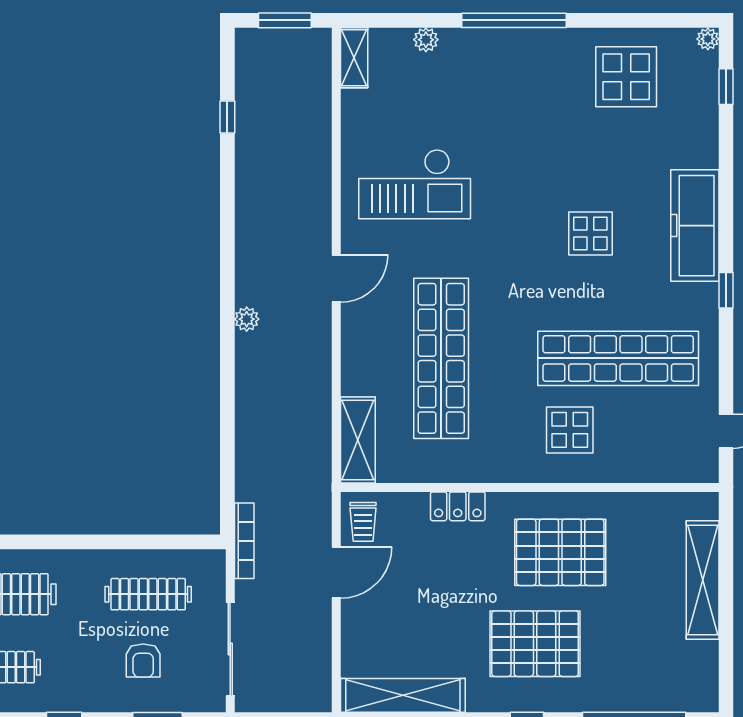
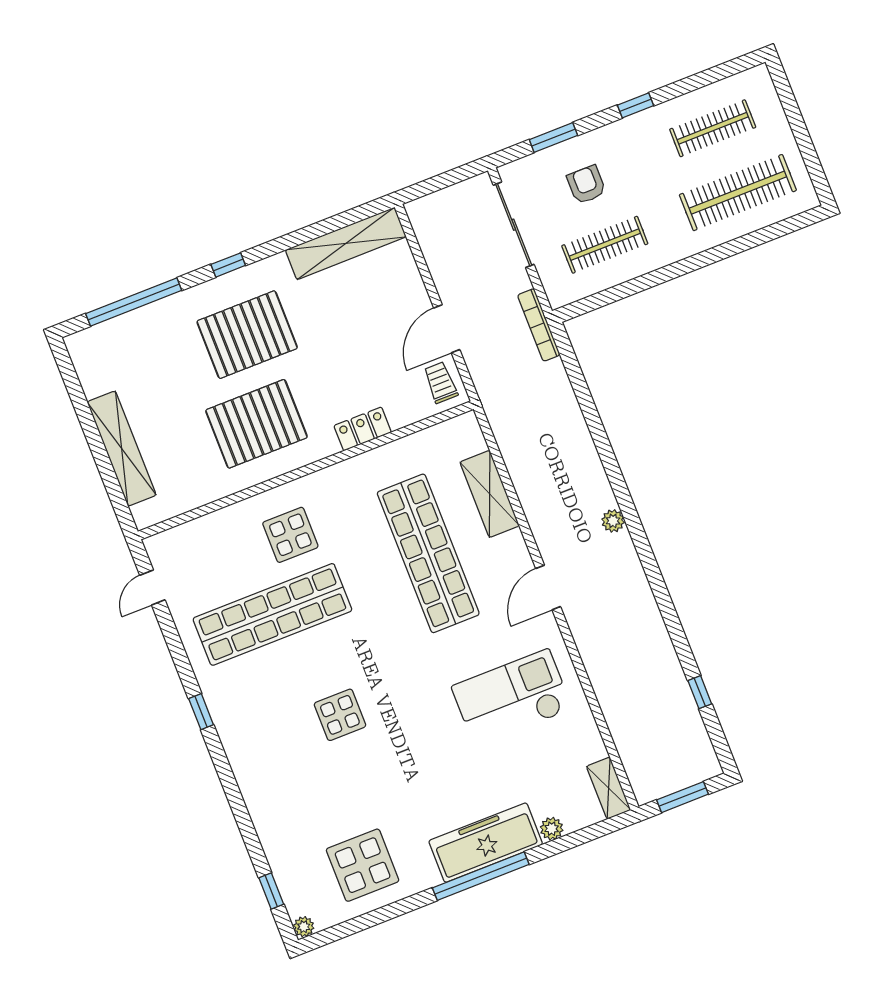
freezer: (695, 226) -> (486, 843), moved, turned -90
shelving: (358, 440) -> (490, 494), moved

